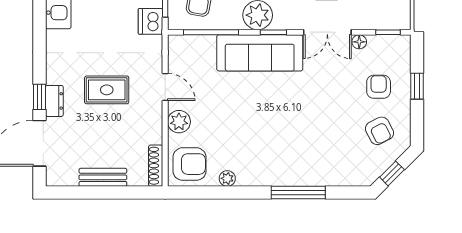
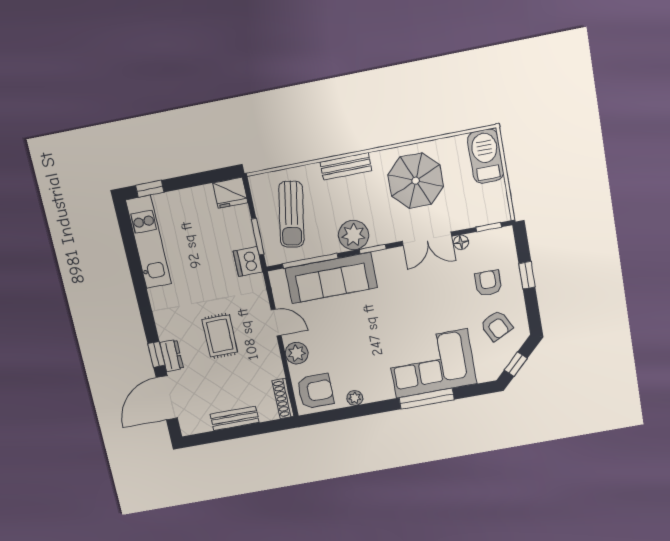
sofa: (260, 53) -> (331, 278), moved
rug: (107, 90) -> (220, 336), turned 90
corner sofa: (310, 157) -> (432, 364), added

